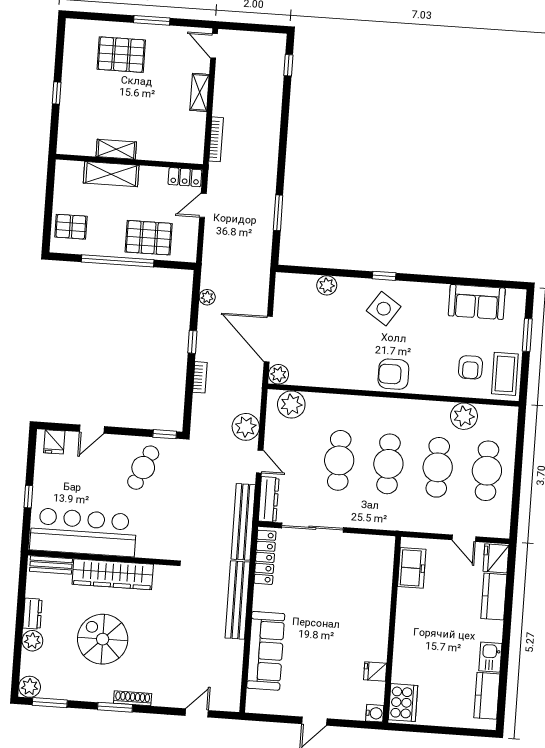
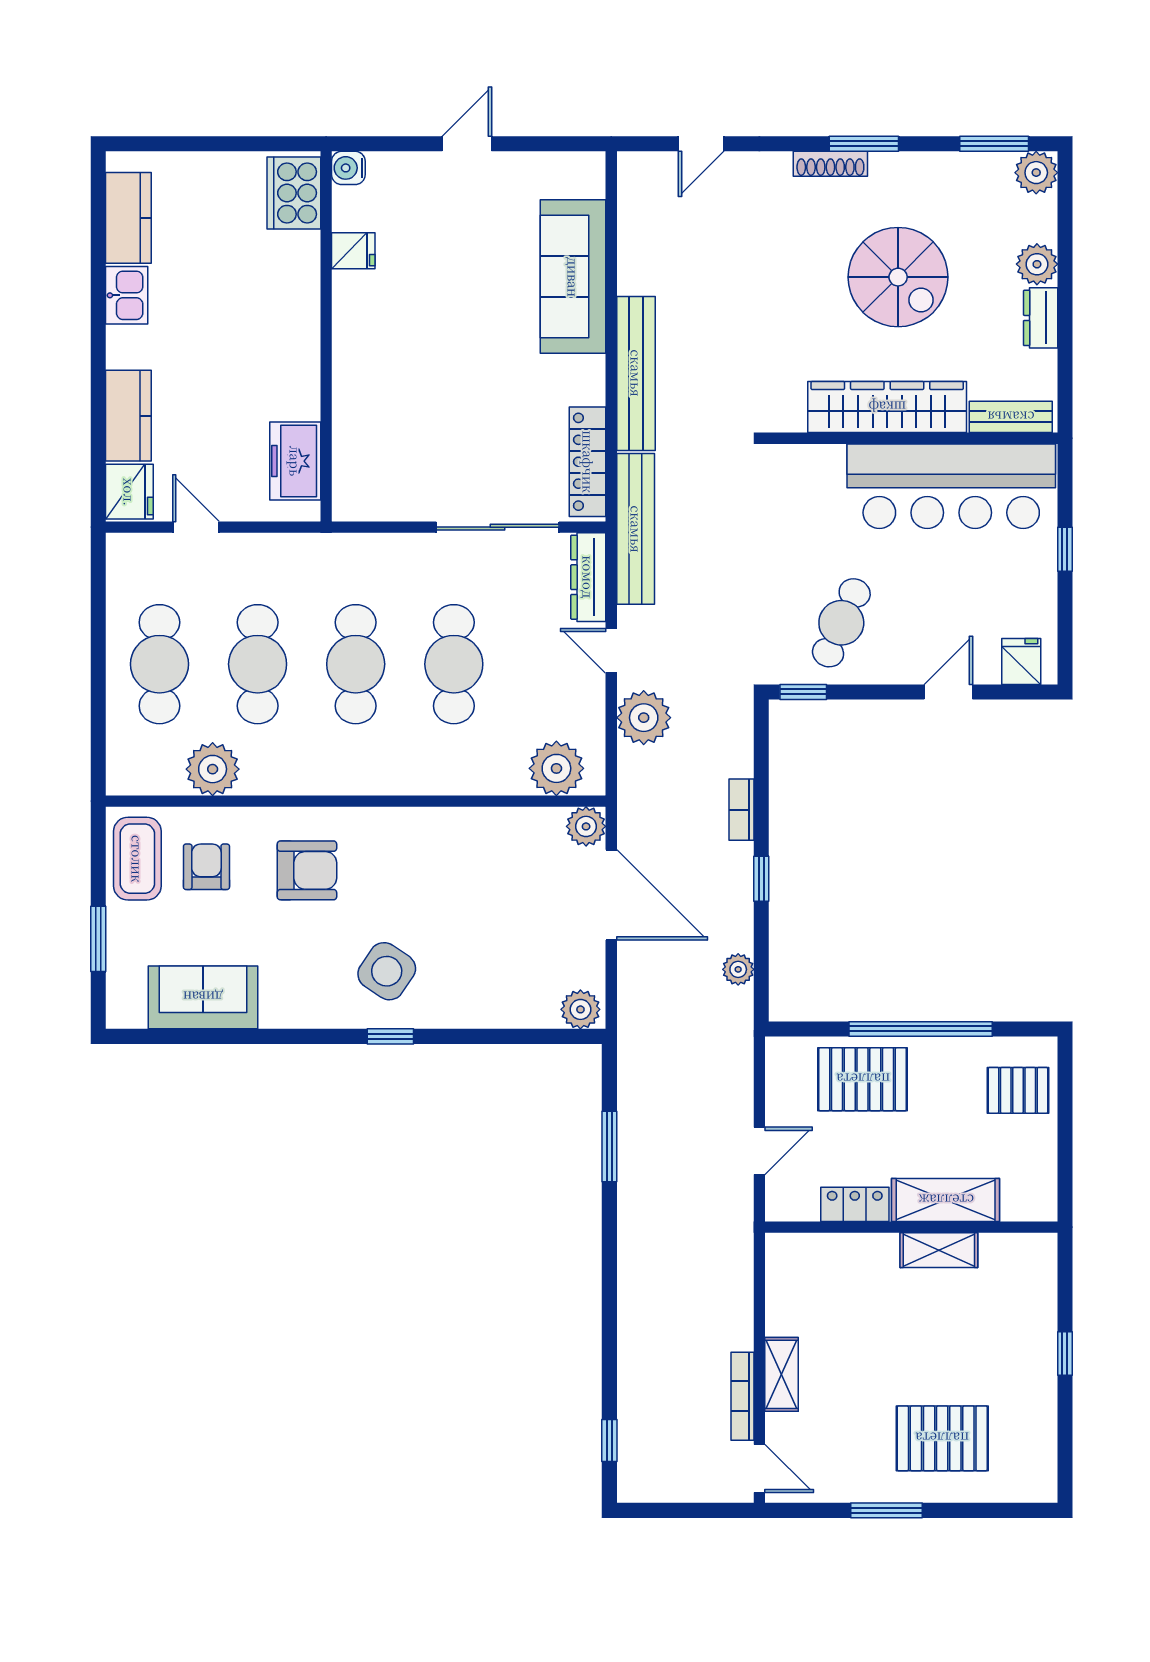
bookcase: (216, 139) -> (743, 1396), moved
locker: (185, 177) -> (855, 1204), moved
plant: (327, 285) -> (580, 1009), moved
armchair: (393, 374) -> (307, 870), moved

